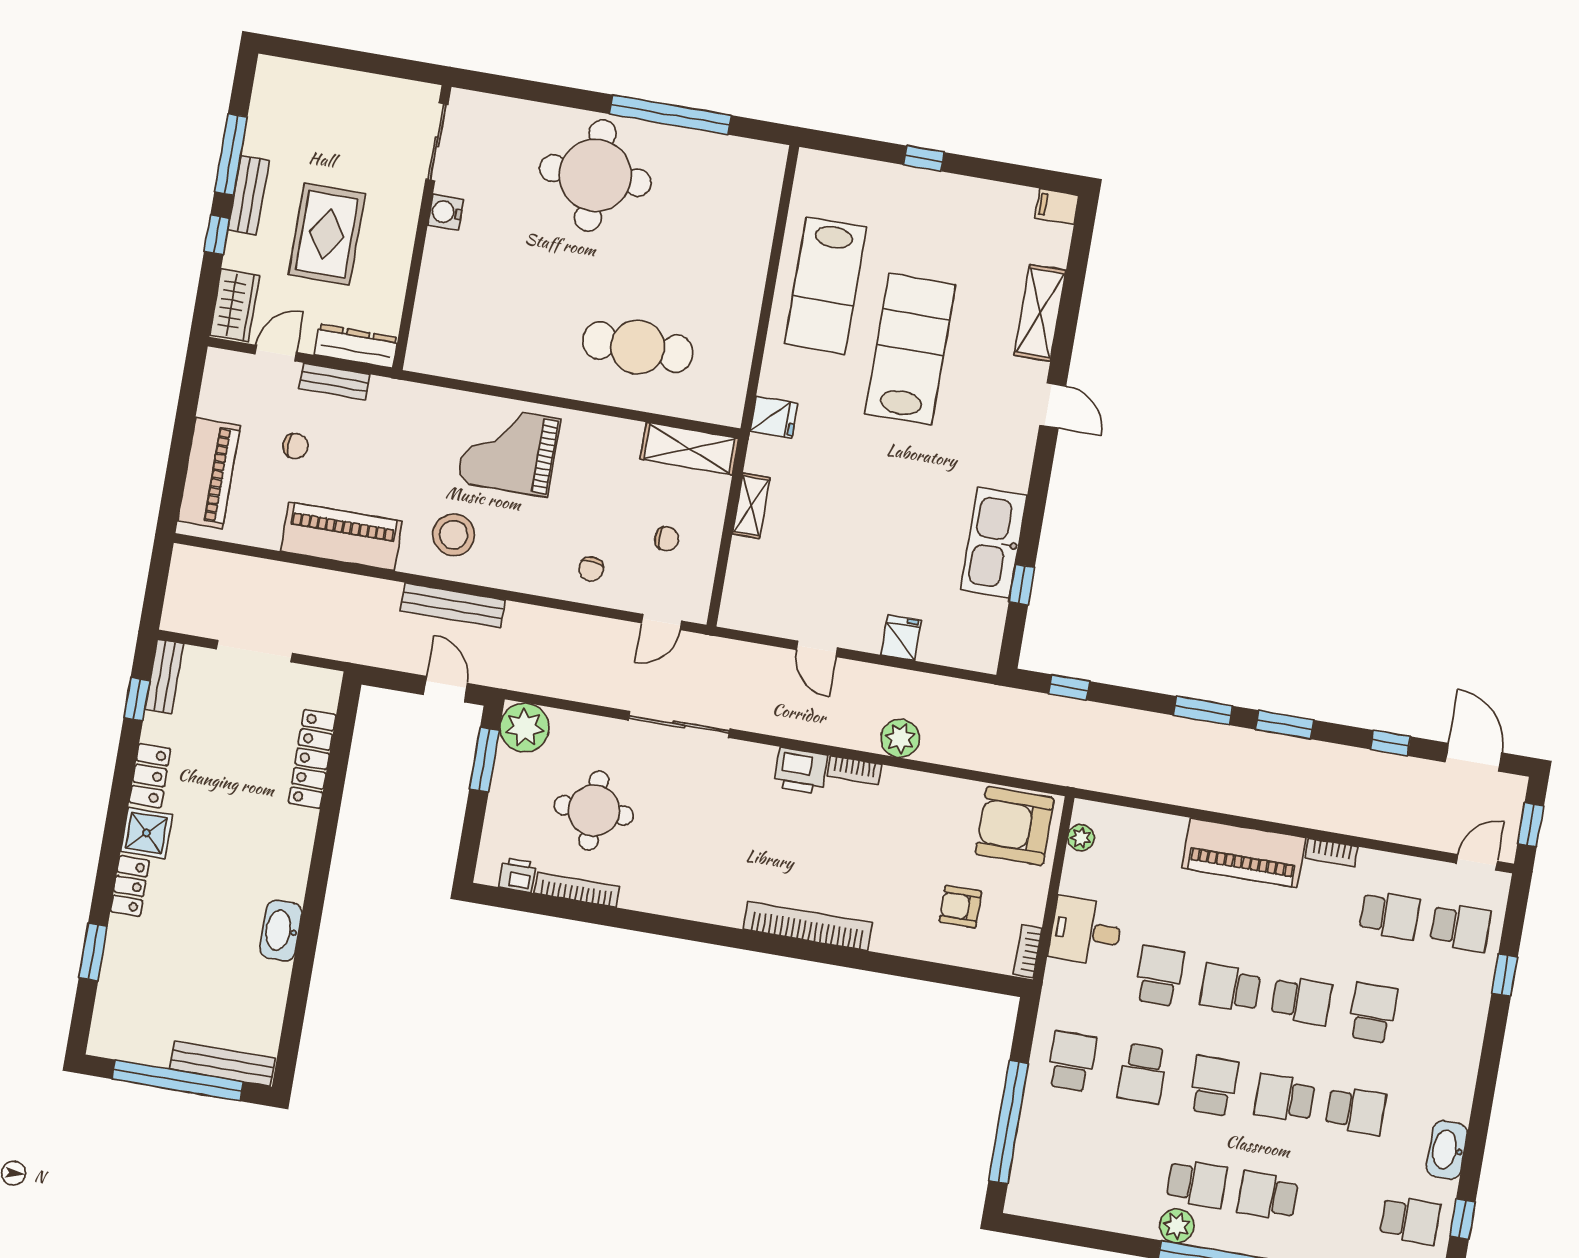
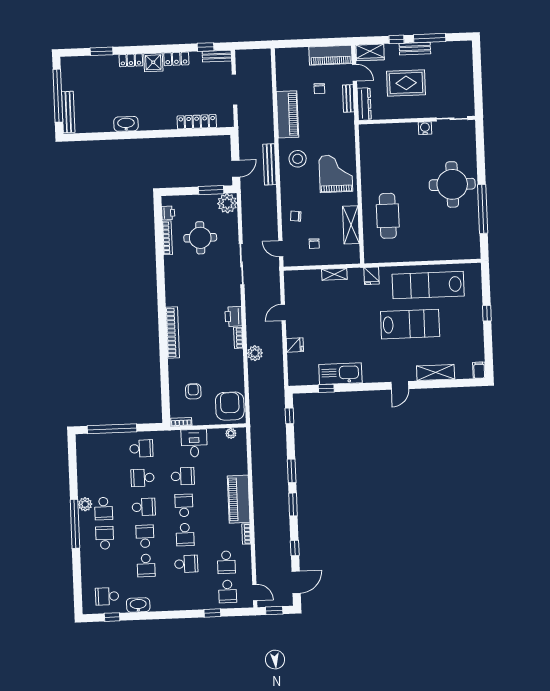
lab bench: (826, 286) -> (428, 285), width x1.36
shelving: (689, 449) -> (351, 225), moved
piano: (209, 473) -> (331, 55), moved
school desk: (1410, 1220) -> (107, 596), turned 90

